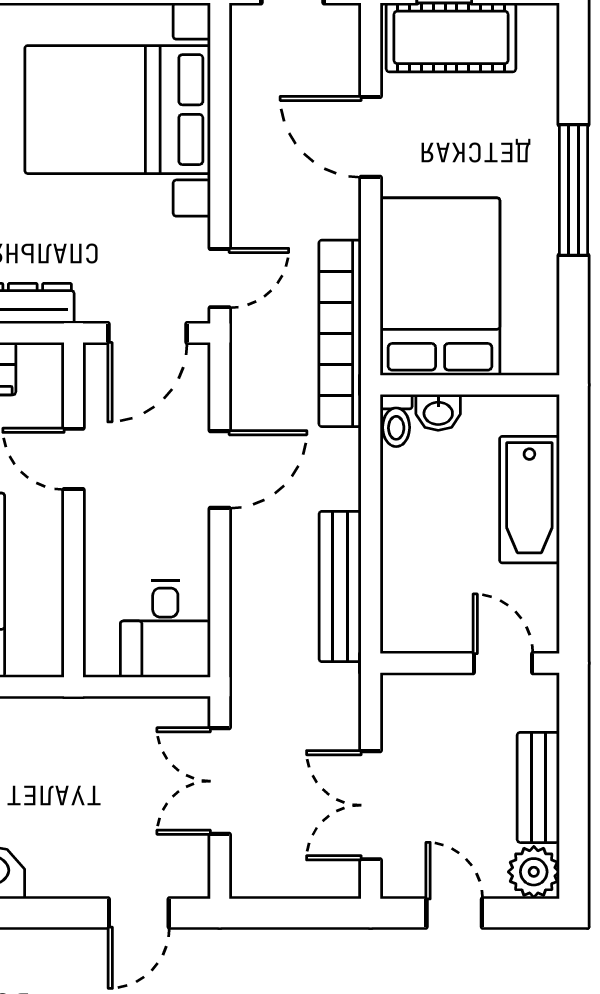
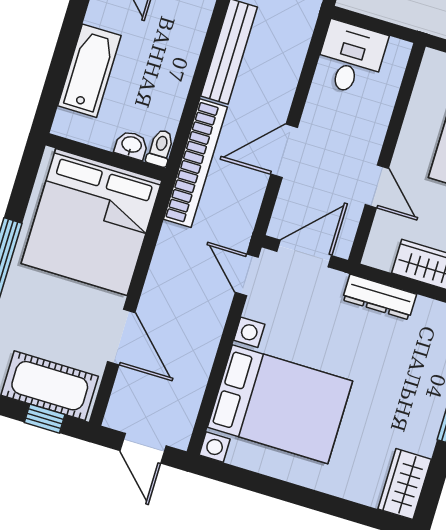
door: (220, 278) -> (247, 275), hinge flipped
bed: (440, 287) -> (92, 222), width x1.36
bookcase: (340, 333) -> (195, 163), moved

